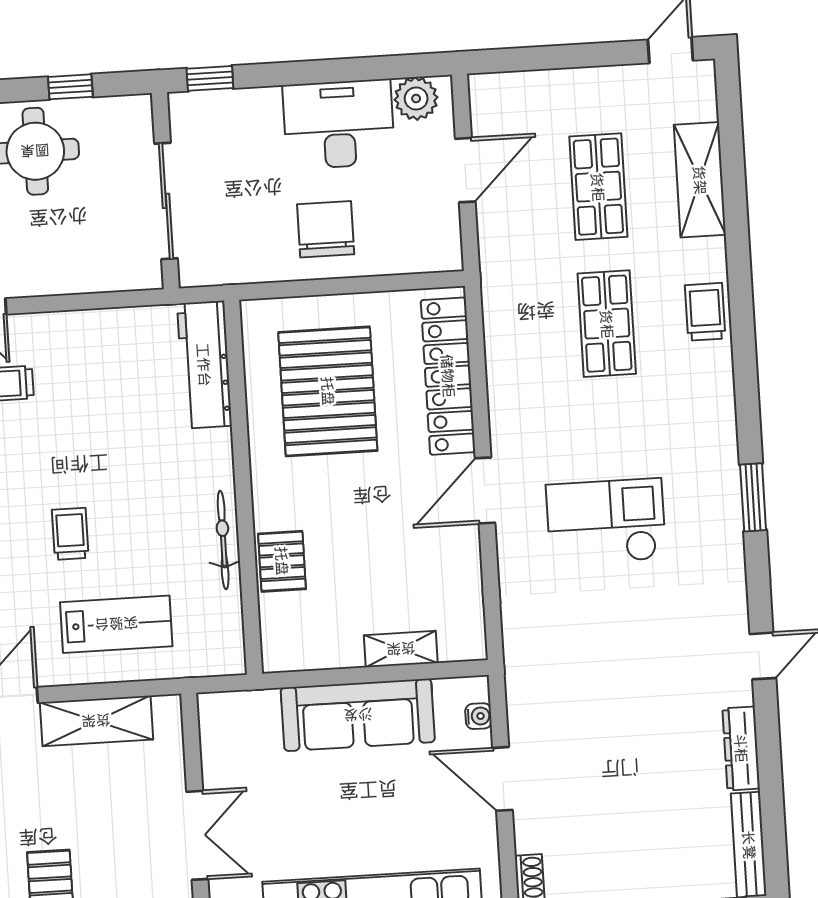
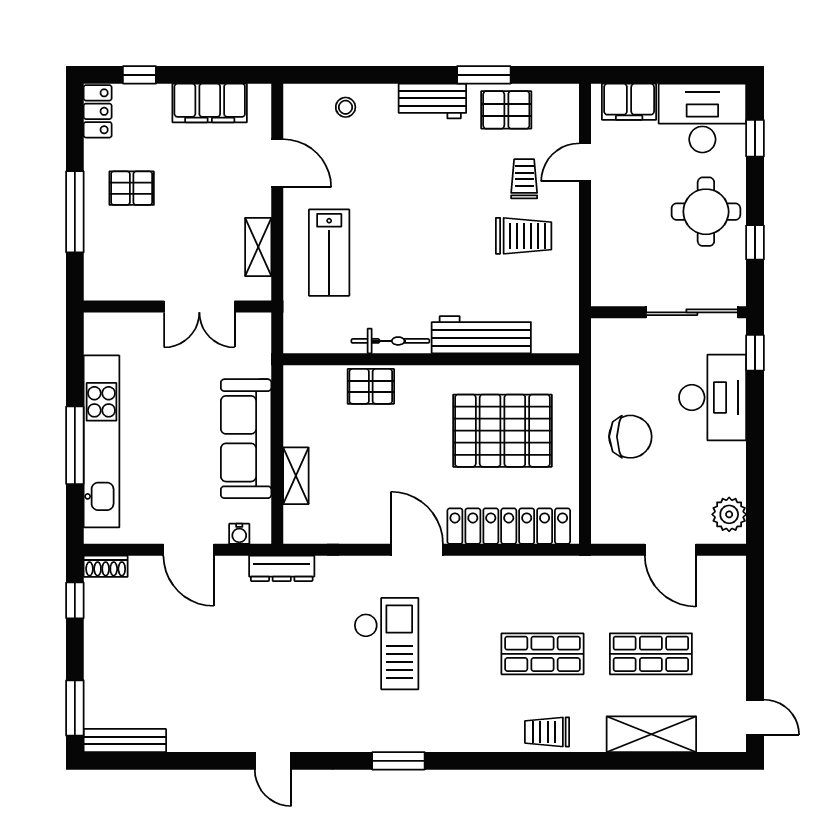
desk: (339, 124) -> (713, 397), moved
sliding door: (166, 201) -> (692, 312), moved
trolley: (705, 312) -> (547, 732), turned 180
workbench: (204, 365) -> (481, 335), moved
trolley: (70, 534) -> (524, 236), moved, width x1.36, depth x1.39
shelving: (96, 721) -> (258, 247), width x0.67, depth x0.75
dresser: (741, 748) -> (282, 568), moved, turned 180
door: (503, 779) -> (189, 550), swing flipped
double door: (197, 835) -> (199, 306), moved

